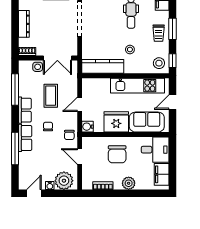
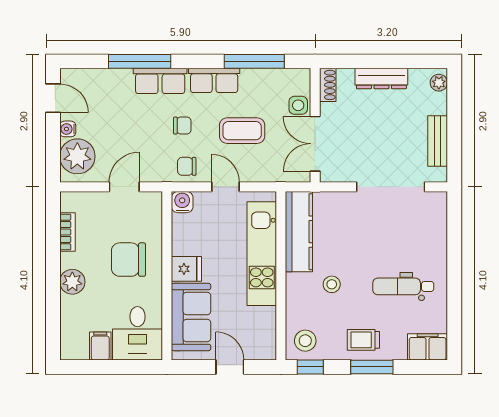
kitchen unit: (138, 86) -> (262, 254), moved
fridge: (116, 122) -> (186, 269), width x0.53, depth x0.75
chair: (69, 135) -> (187, 166), moved
filing cabinet: (162, 174) -> (100, 346), width x0.50

